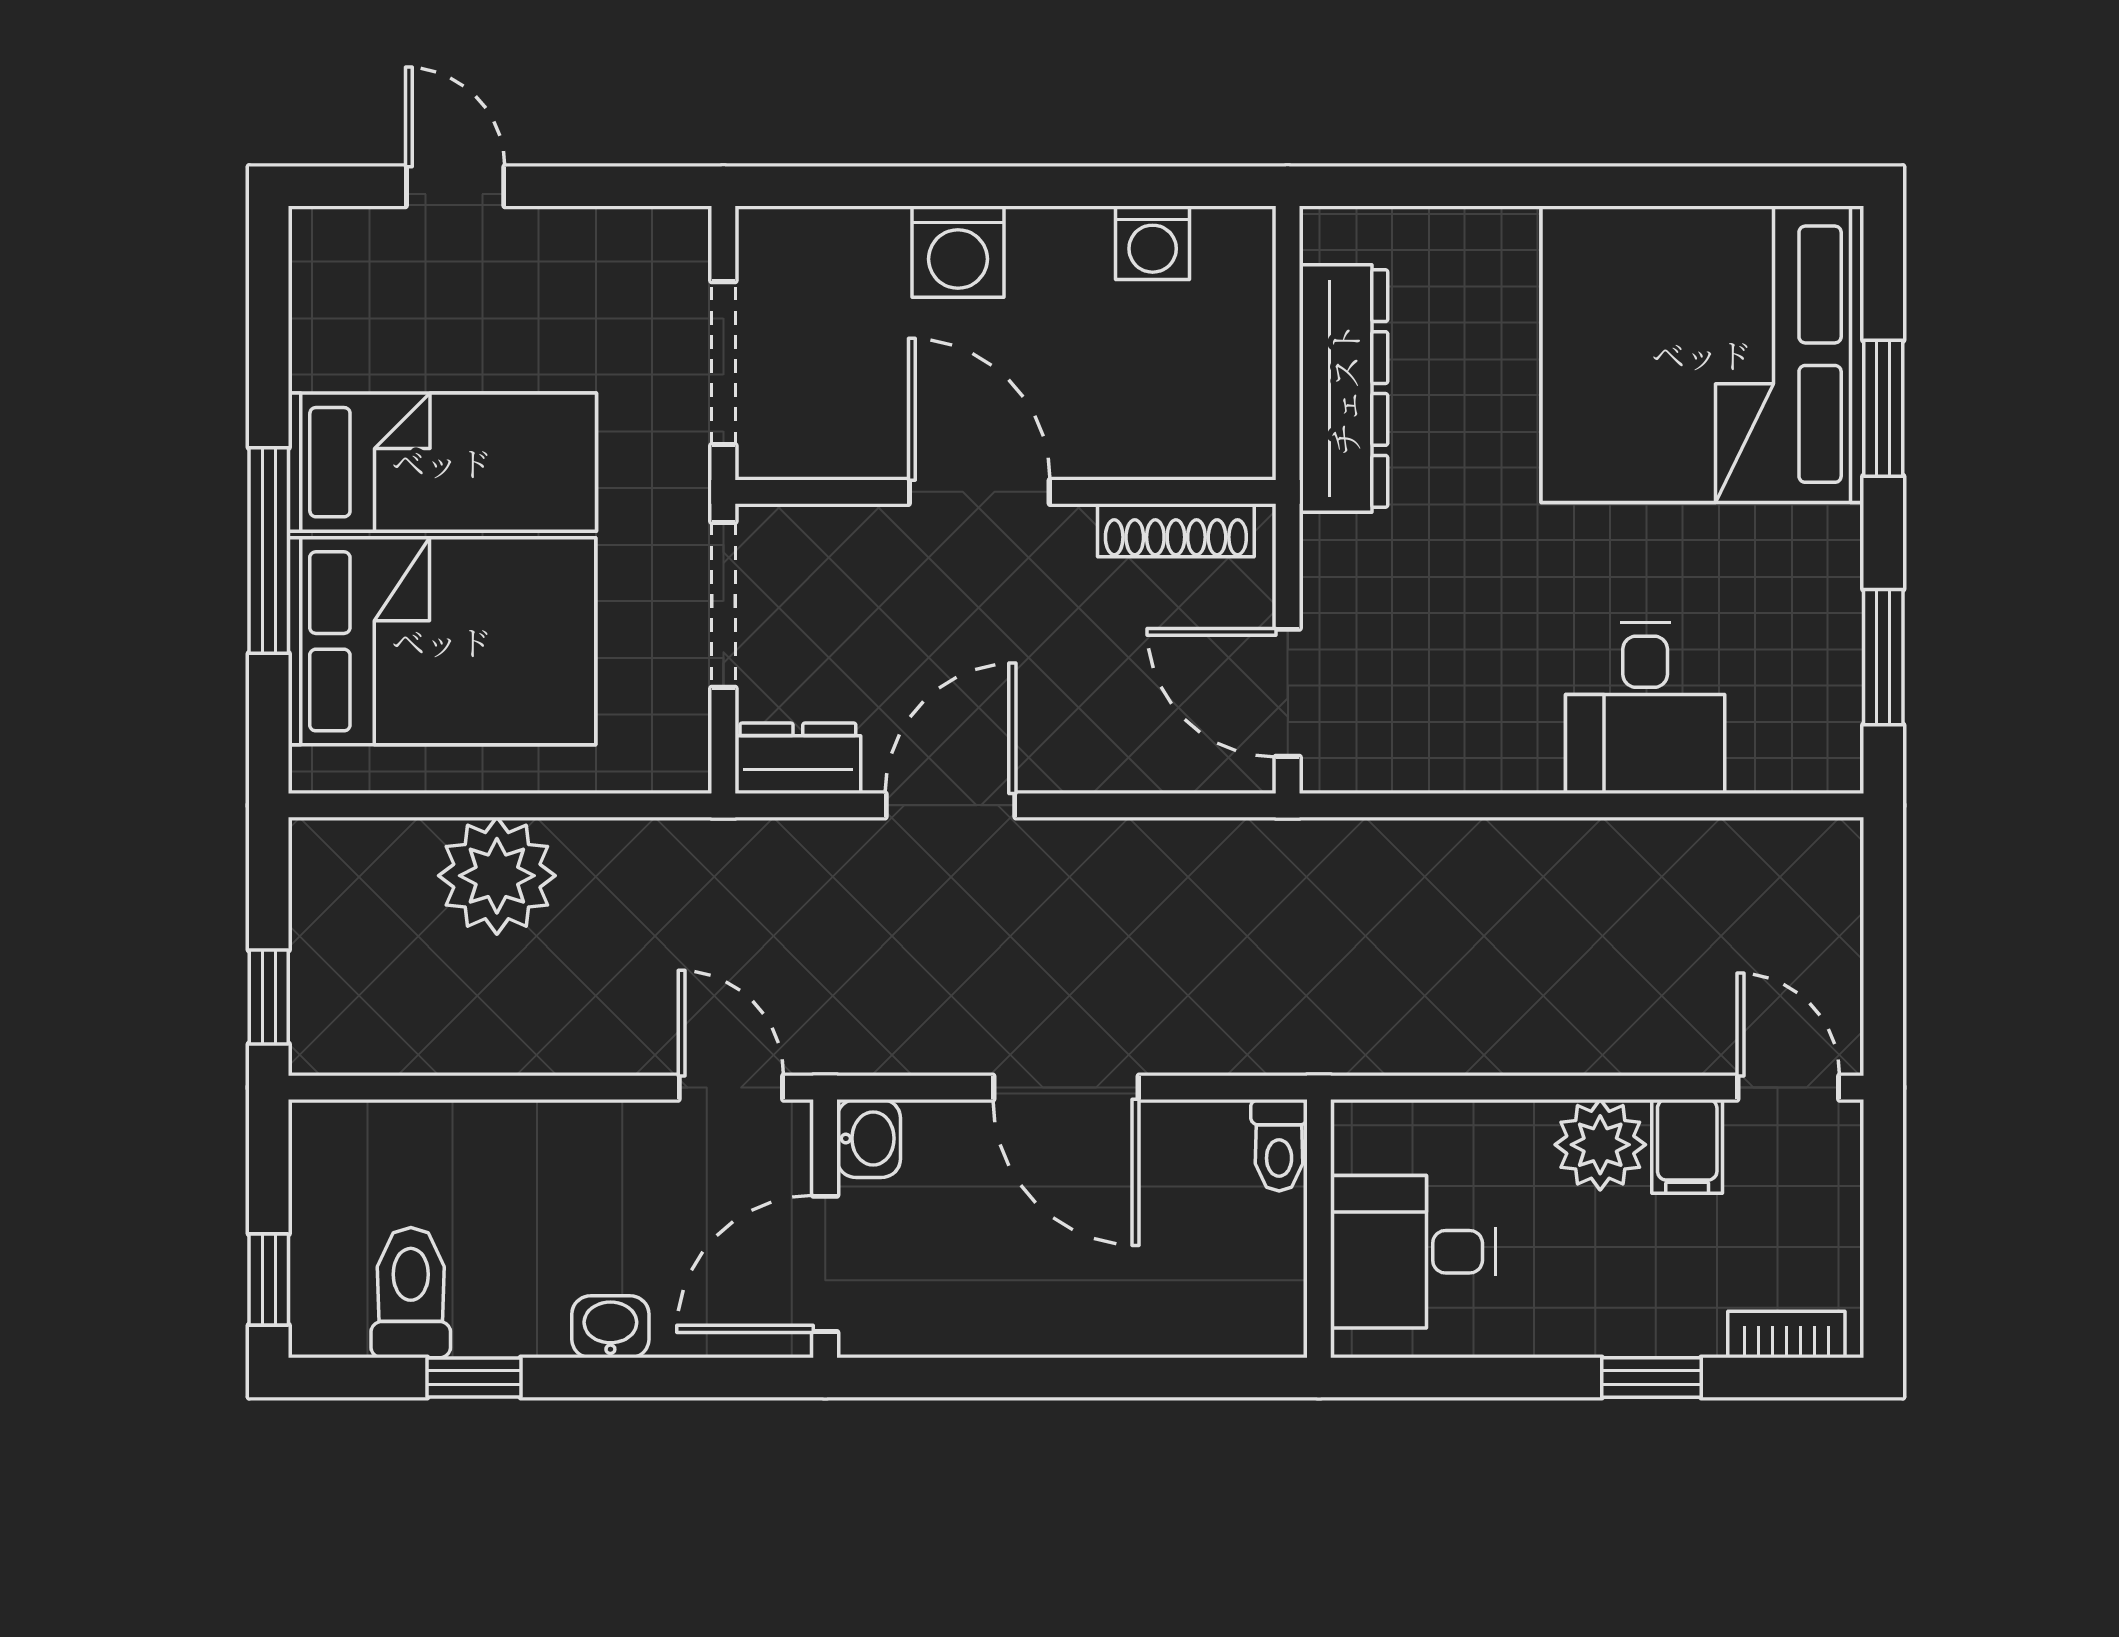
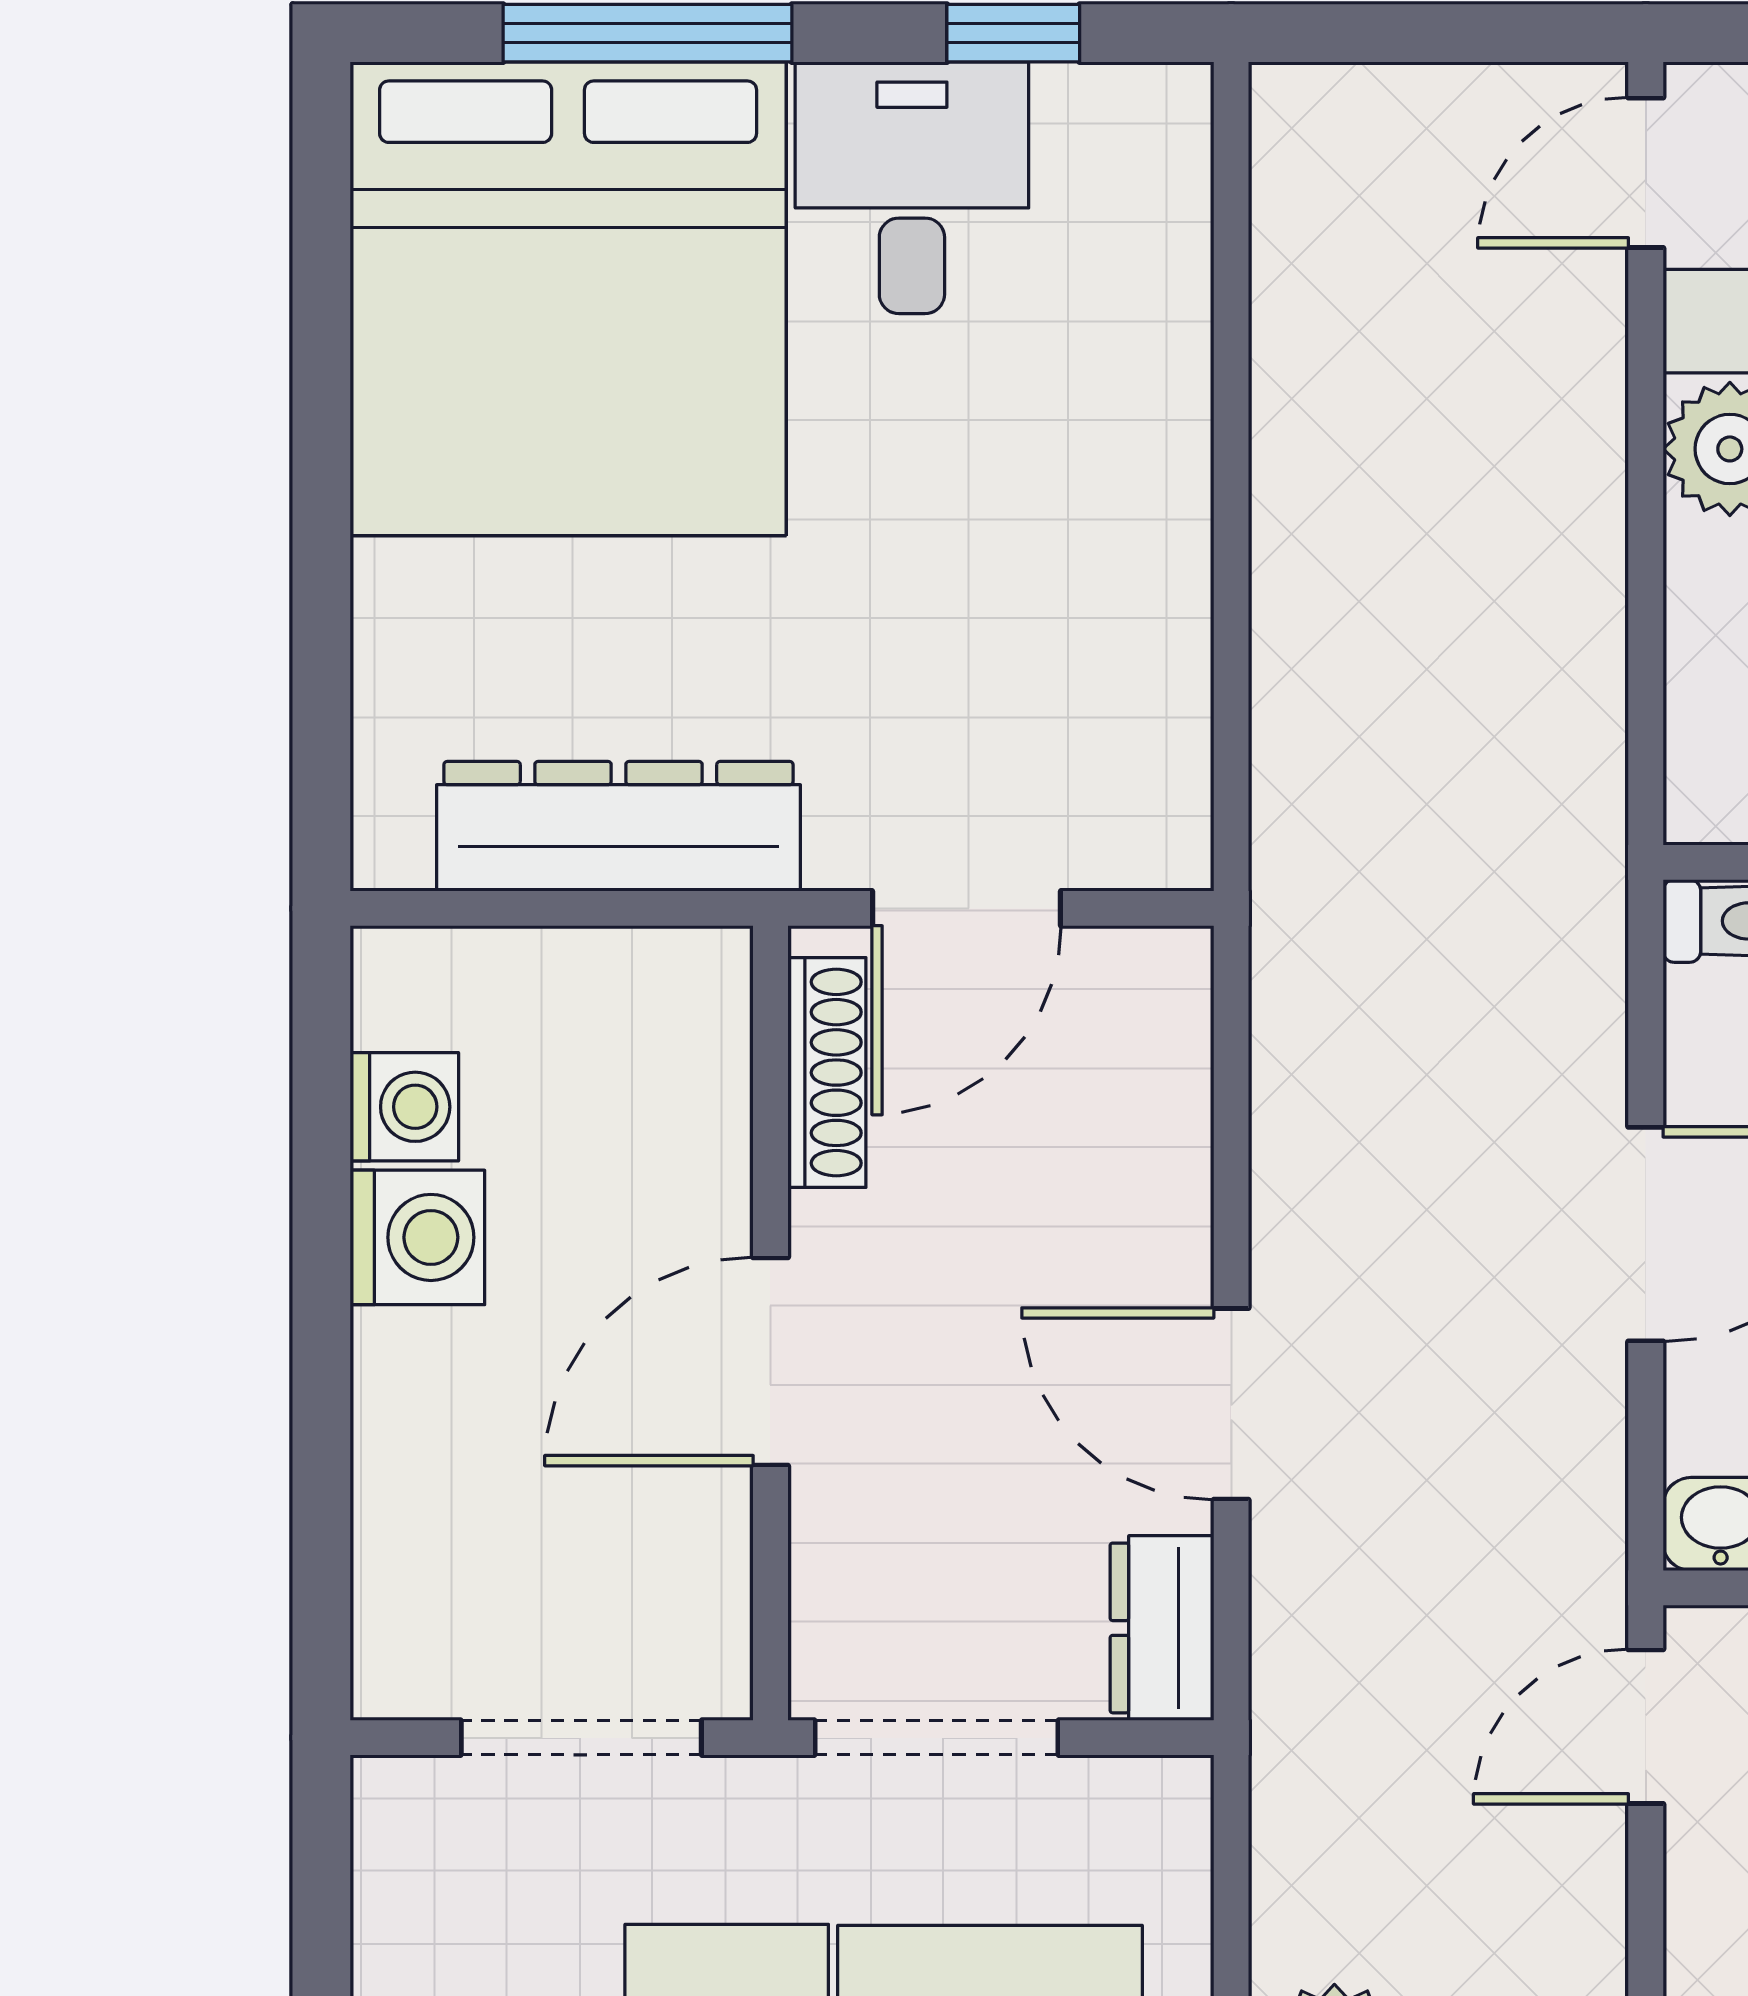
washing machine: (958, 252) -> (417, 1237), moved
window: (1883, 408) -> (647, 33), width x1.44
window: (1883, 657) -> (1013, 33), width x0.67
door: (1288, 693) -> (966, 908), moved
desk: (1645, 708) -> (912, 188), moved, turned -90

